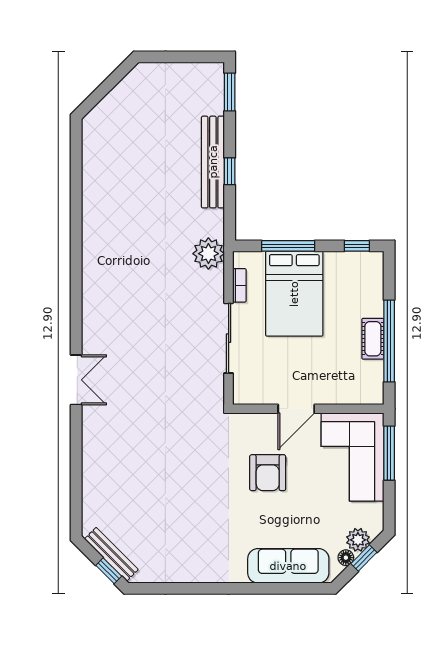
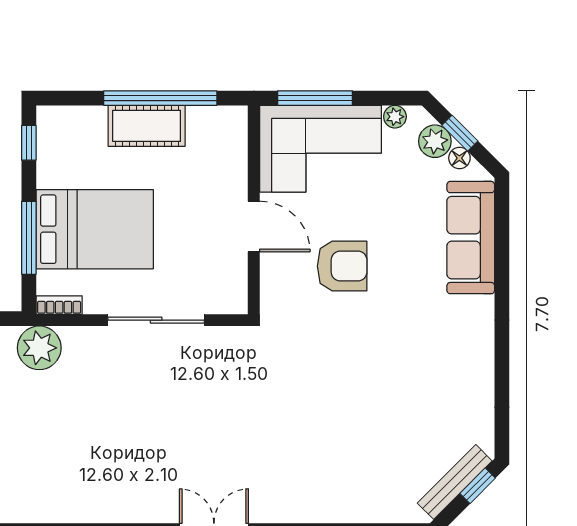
bookcase: (239, 285) -> (59, 305), moved
cot: (373, 339) -> (147, 126), width x1.37, depth x1.34
plant: (376, 511) -> (395, 117), added

